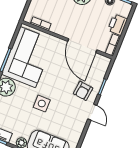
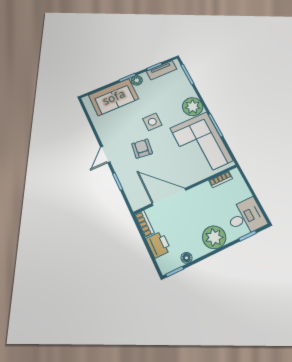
armchair: (83, 91) -> (142, 149), moved
door: (92, 112) -> (105, 154), hinge flipped

